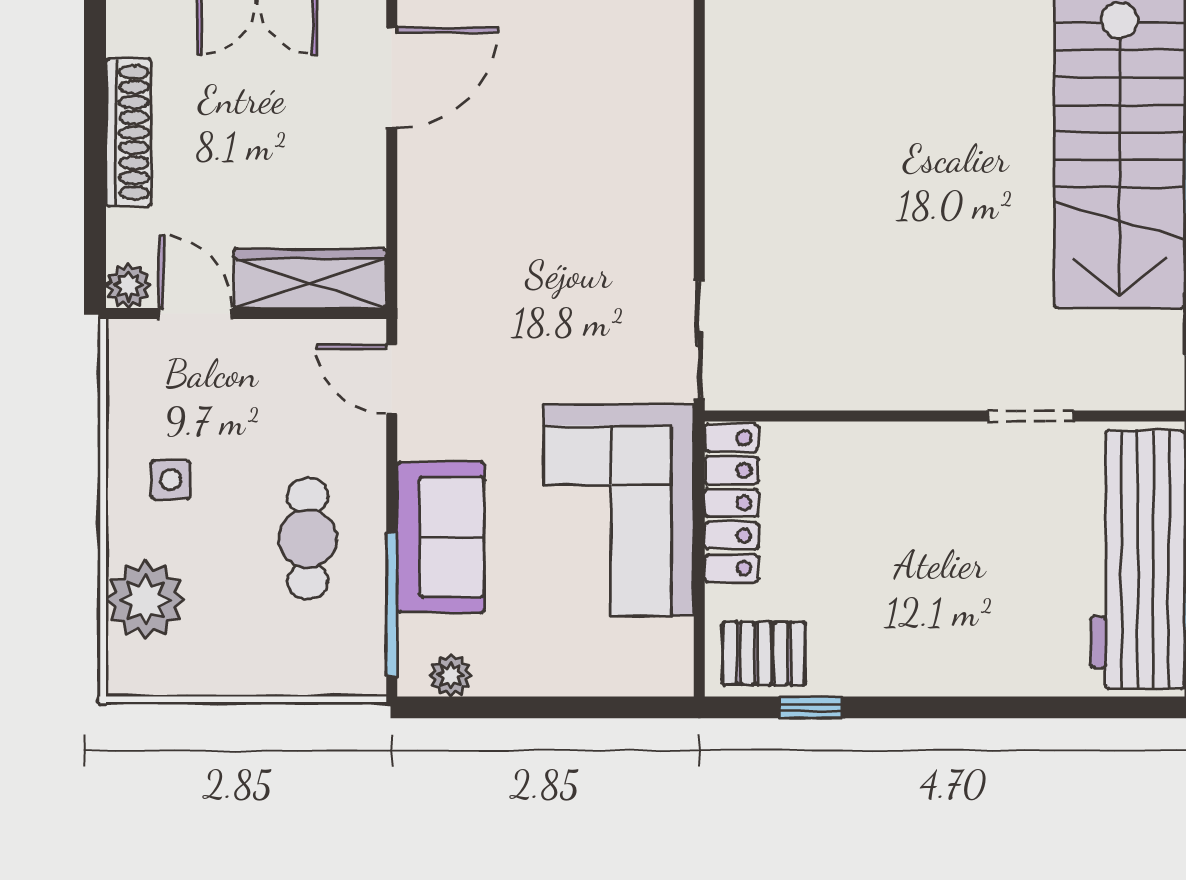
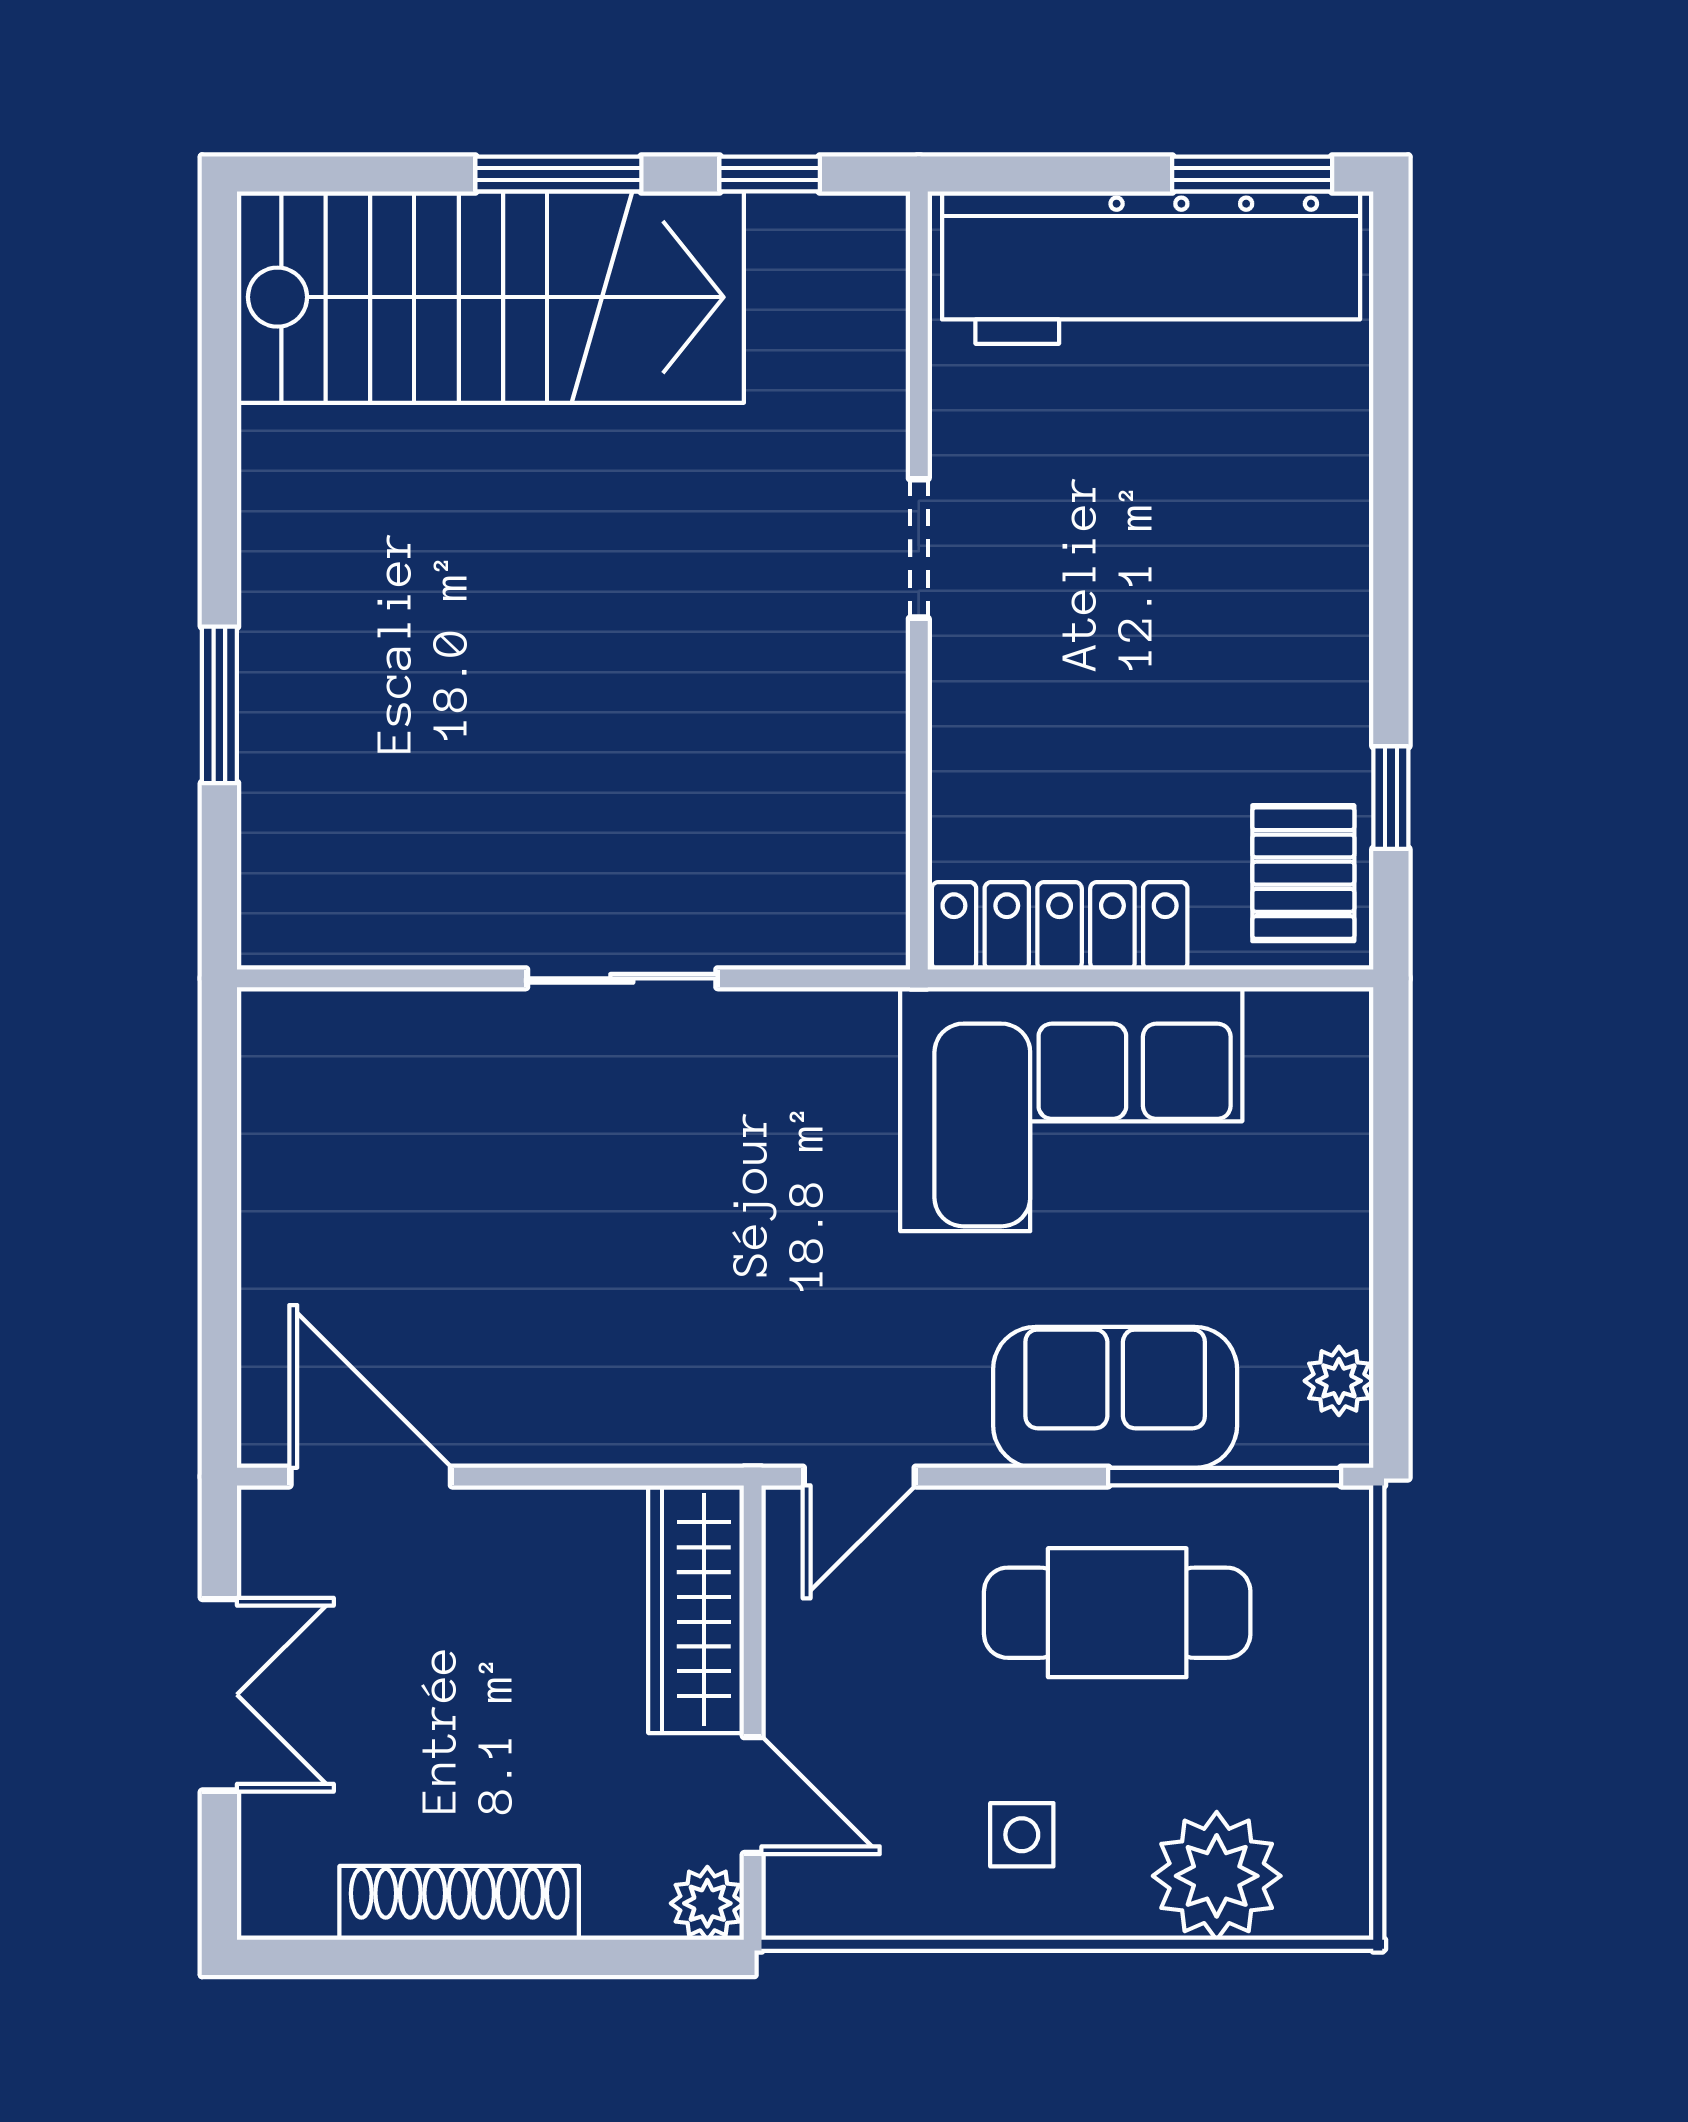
door: (195, 314) -> (753, 1795), swing flipped
sliding door: (699, 339) -> (622, 978), moved
doorway: (1031, 416) -> (919, 548), moved
cafe table: (308, 538) -> (1117, 1613), width x1.37, depth x1.35

